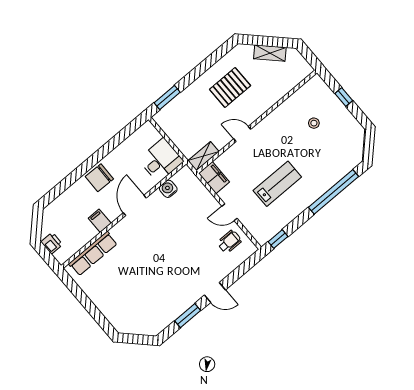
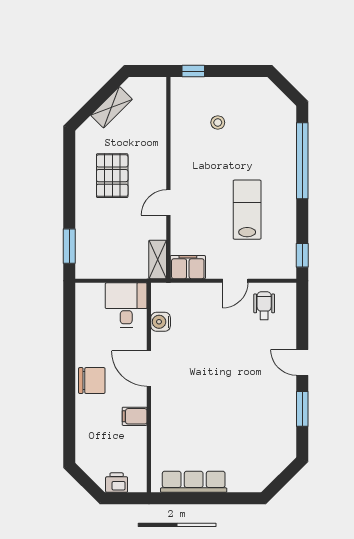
window: (344, 97) -> (193, 71), moved
chair: (99, 178) -> (92, 381), turned -91
row of seats: (93, 254) -> (194, 482), moved, turned -90
door: (215, 293) -> (302, 363), swing flipped

